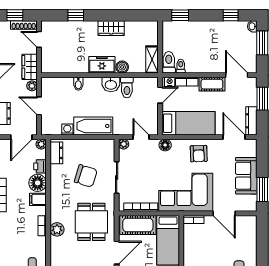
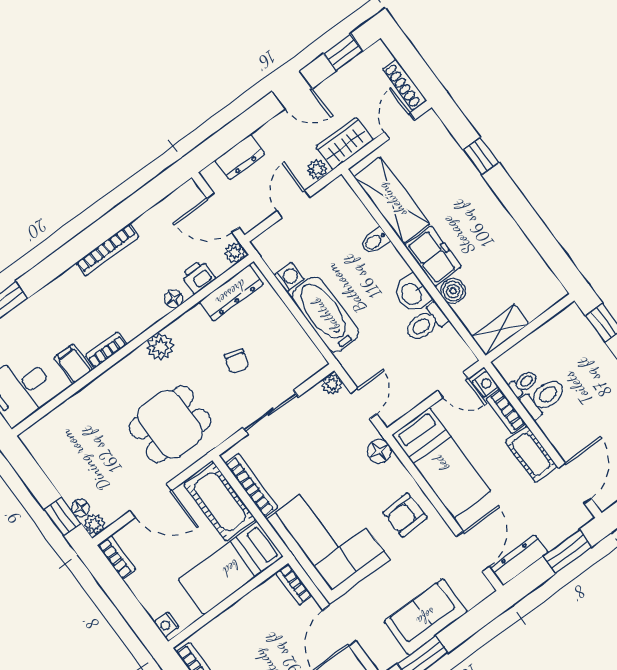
window: (15, 15) -> (410, 59), removed
wardrobe: (111, 28) -> (502, 228), removed
toilet: (169, 62) -> (543, 398), moved
shelving: (67, 65) -> (392, 200), added
dresser: (56, 153) -> (231, 293), width x1.44
chair: (86, 176) -> (237, 361), width x0.54, depth x0.54
floor lamp: (38, 183) -> (174, 299), width x0.53, depth x0.53
filing cabinet: (38, 199) -> (73, 364), moved
plant: (57, 229) -> (160, 347), moved

